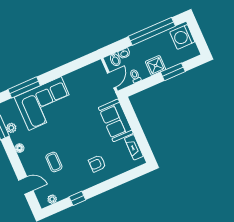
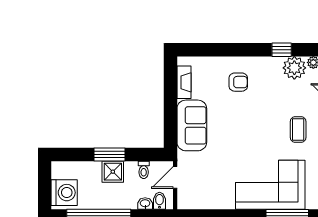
window: (173, 72) -> (110, 154), moved
coffee table: (54, 162) -> (298, 130), moved
plant: (63, 190) -> (294, 68), added

